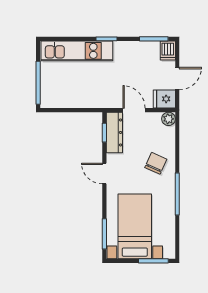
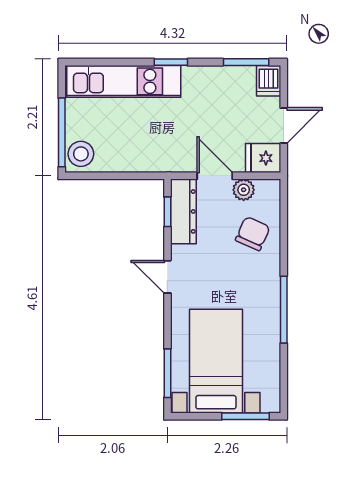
stool: (50, 96) -> (81, 154), added
plant: (168, 119) -> (244, 190), moved
chair: (156, 163) -> (253, 234), moved

